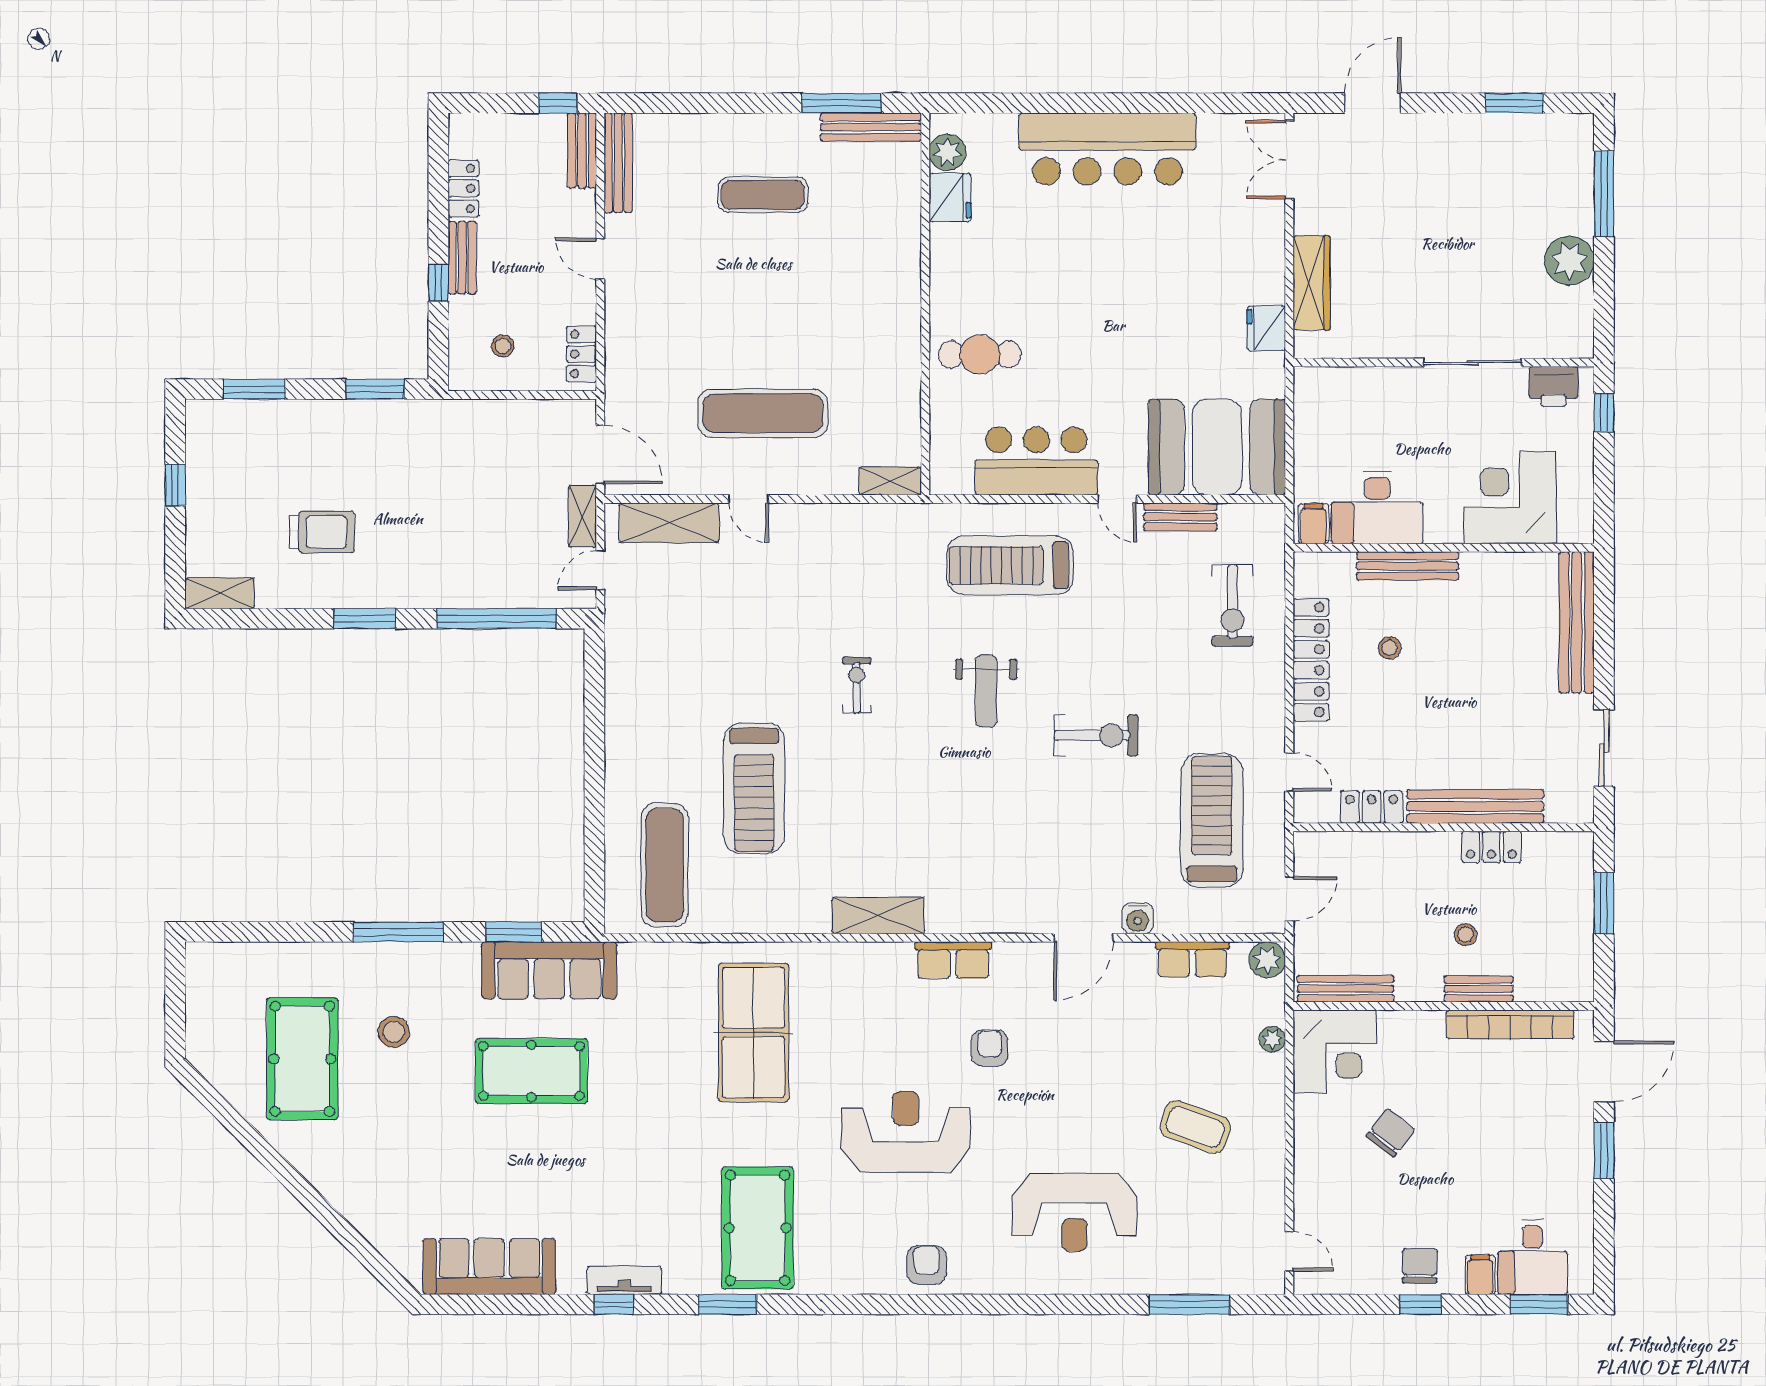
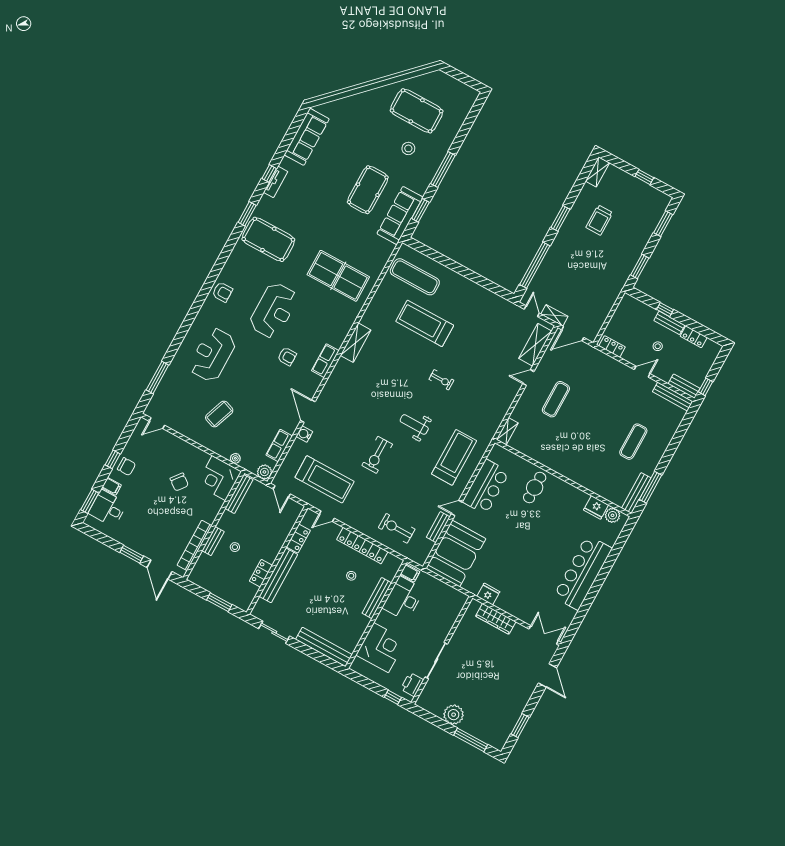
stool: (503, 346) -> (658, 346), moved
exercise mat: (763, 413) -> (556, 399), width x0.73, depth x0.69

